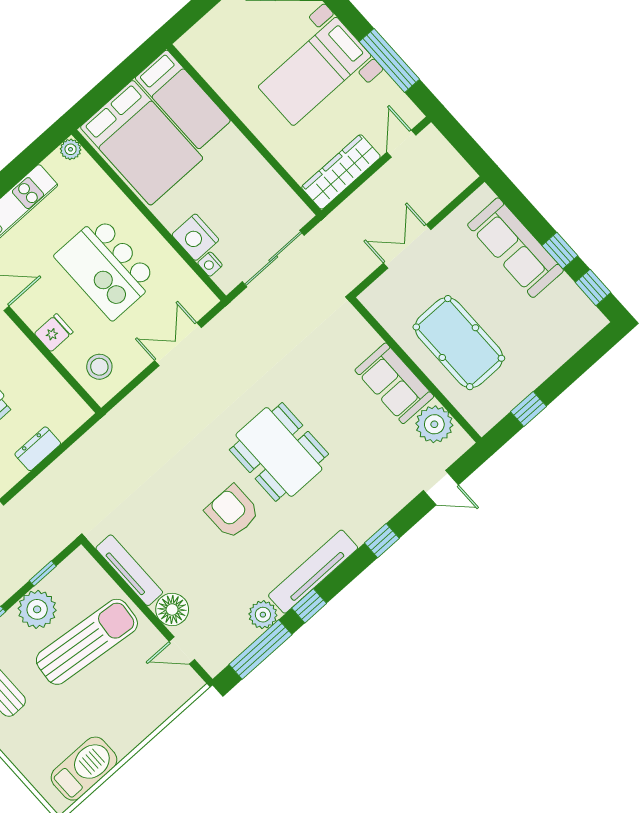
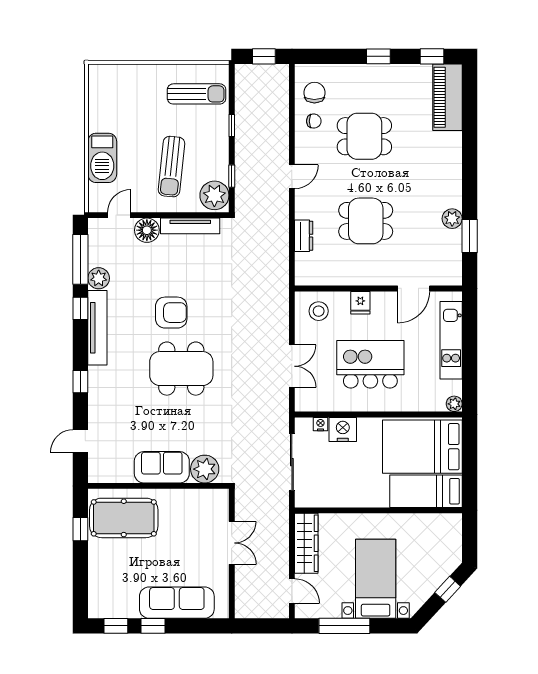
pool table: (459, 343) -> (124, 518), moved
plant: (434, 424) -> (205, 469), moved
plant: (37, 609) -> (214, 195), moved
sun lounger: (87, 642) -> (171, 167), width x0.73, depth x0.75
barbecue: (84, 769) -> (102, 158), moved

